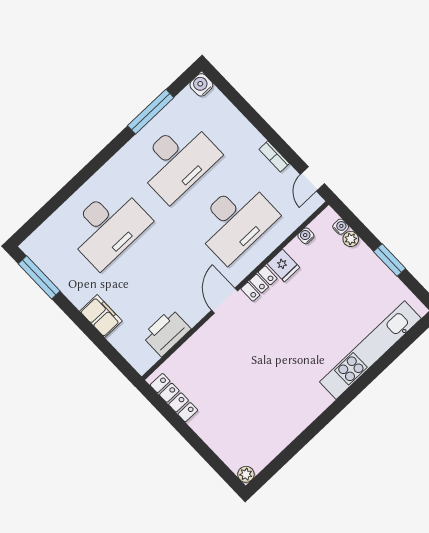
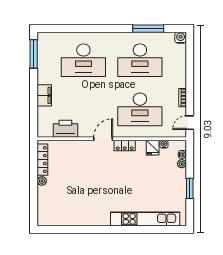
fridge: (283, 265) -> (153, 148), moved
plant: (246, 474) -> (42, 181), moved

